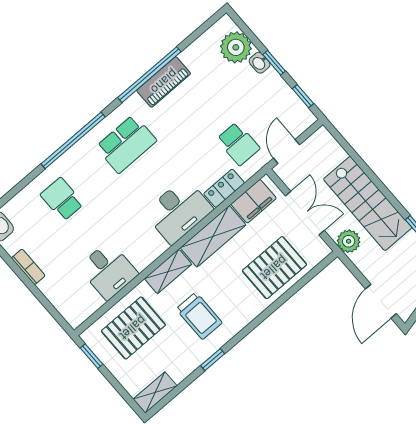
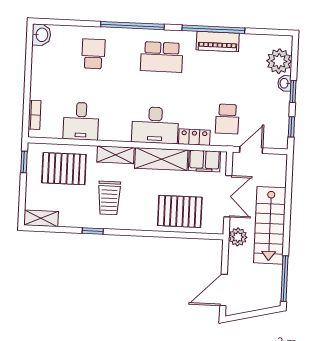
bookcase: (28, 267) -> (34, 115), moved

